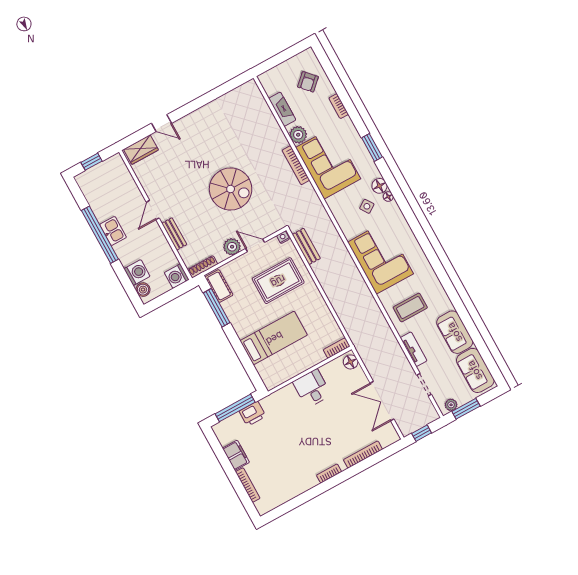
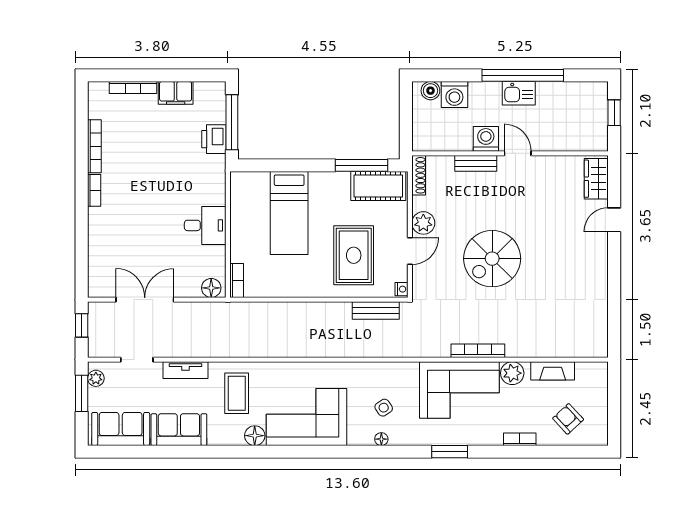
floor lamp: (379, 186) -> (255, 436), moved
corner sofa: (380, 258) -> (307, 417), moved, turned 180
washing machine: (177, 276) -> (486, 139), moved
cot: (219, 286) -> (378, 186), width x1.37, depth x1.34
bookcase: (363, 454) -> (94, 146), moved

